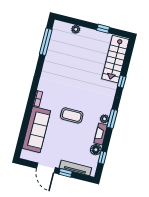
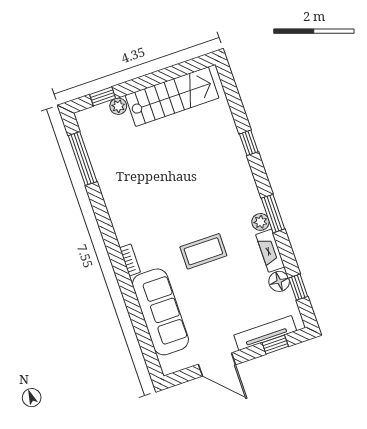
window: (103, 29) -> (103, 96), moved
stairs: (115, 59) -> (172, 97), moved, turned -90
window: (66, 173) -> (275, 345), moved

